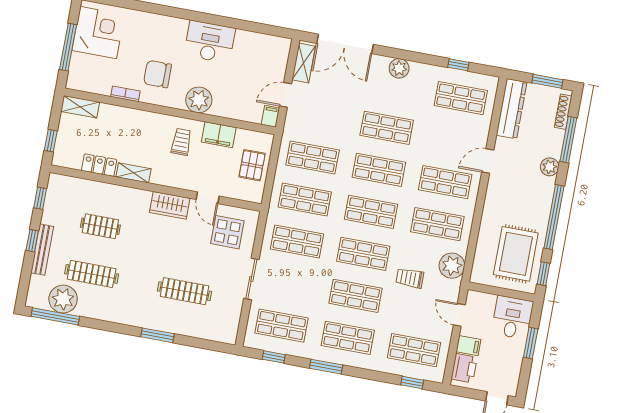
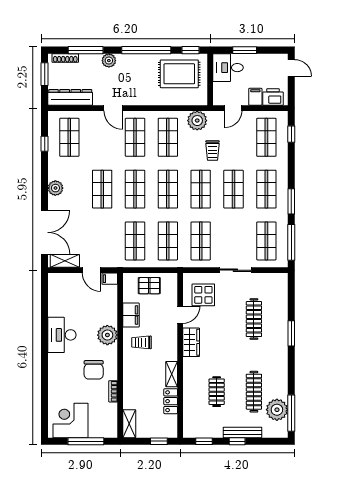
window: (274, 357) -> (291, 242), width x2.17

